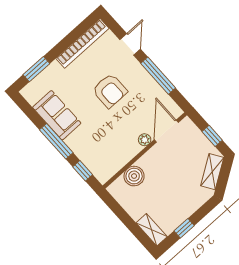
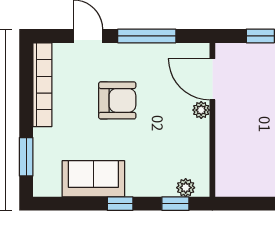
window: (56, 141) -> (120, 204), width x0.46
plant: (96, 169) -> (186, 188), added
boiler: (134, 176) -> (229, 155), removed

